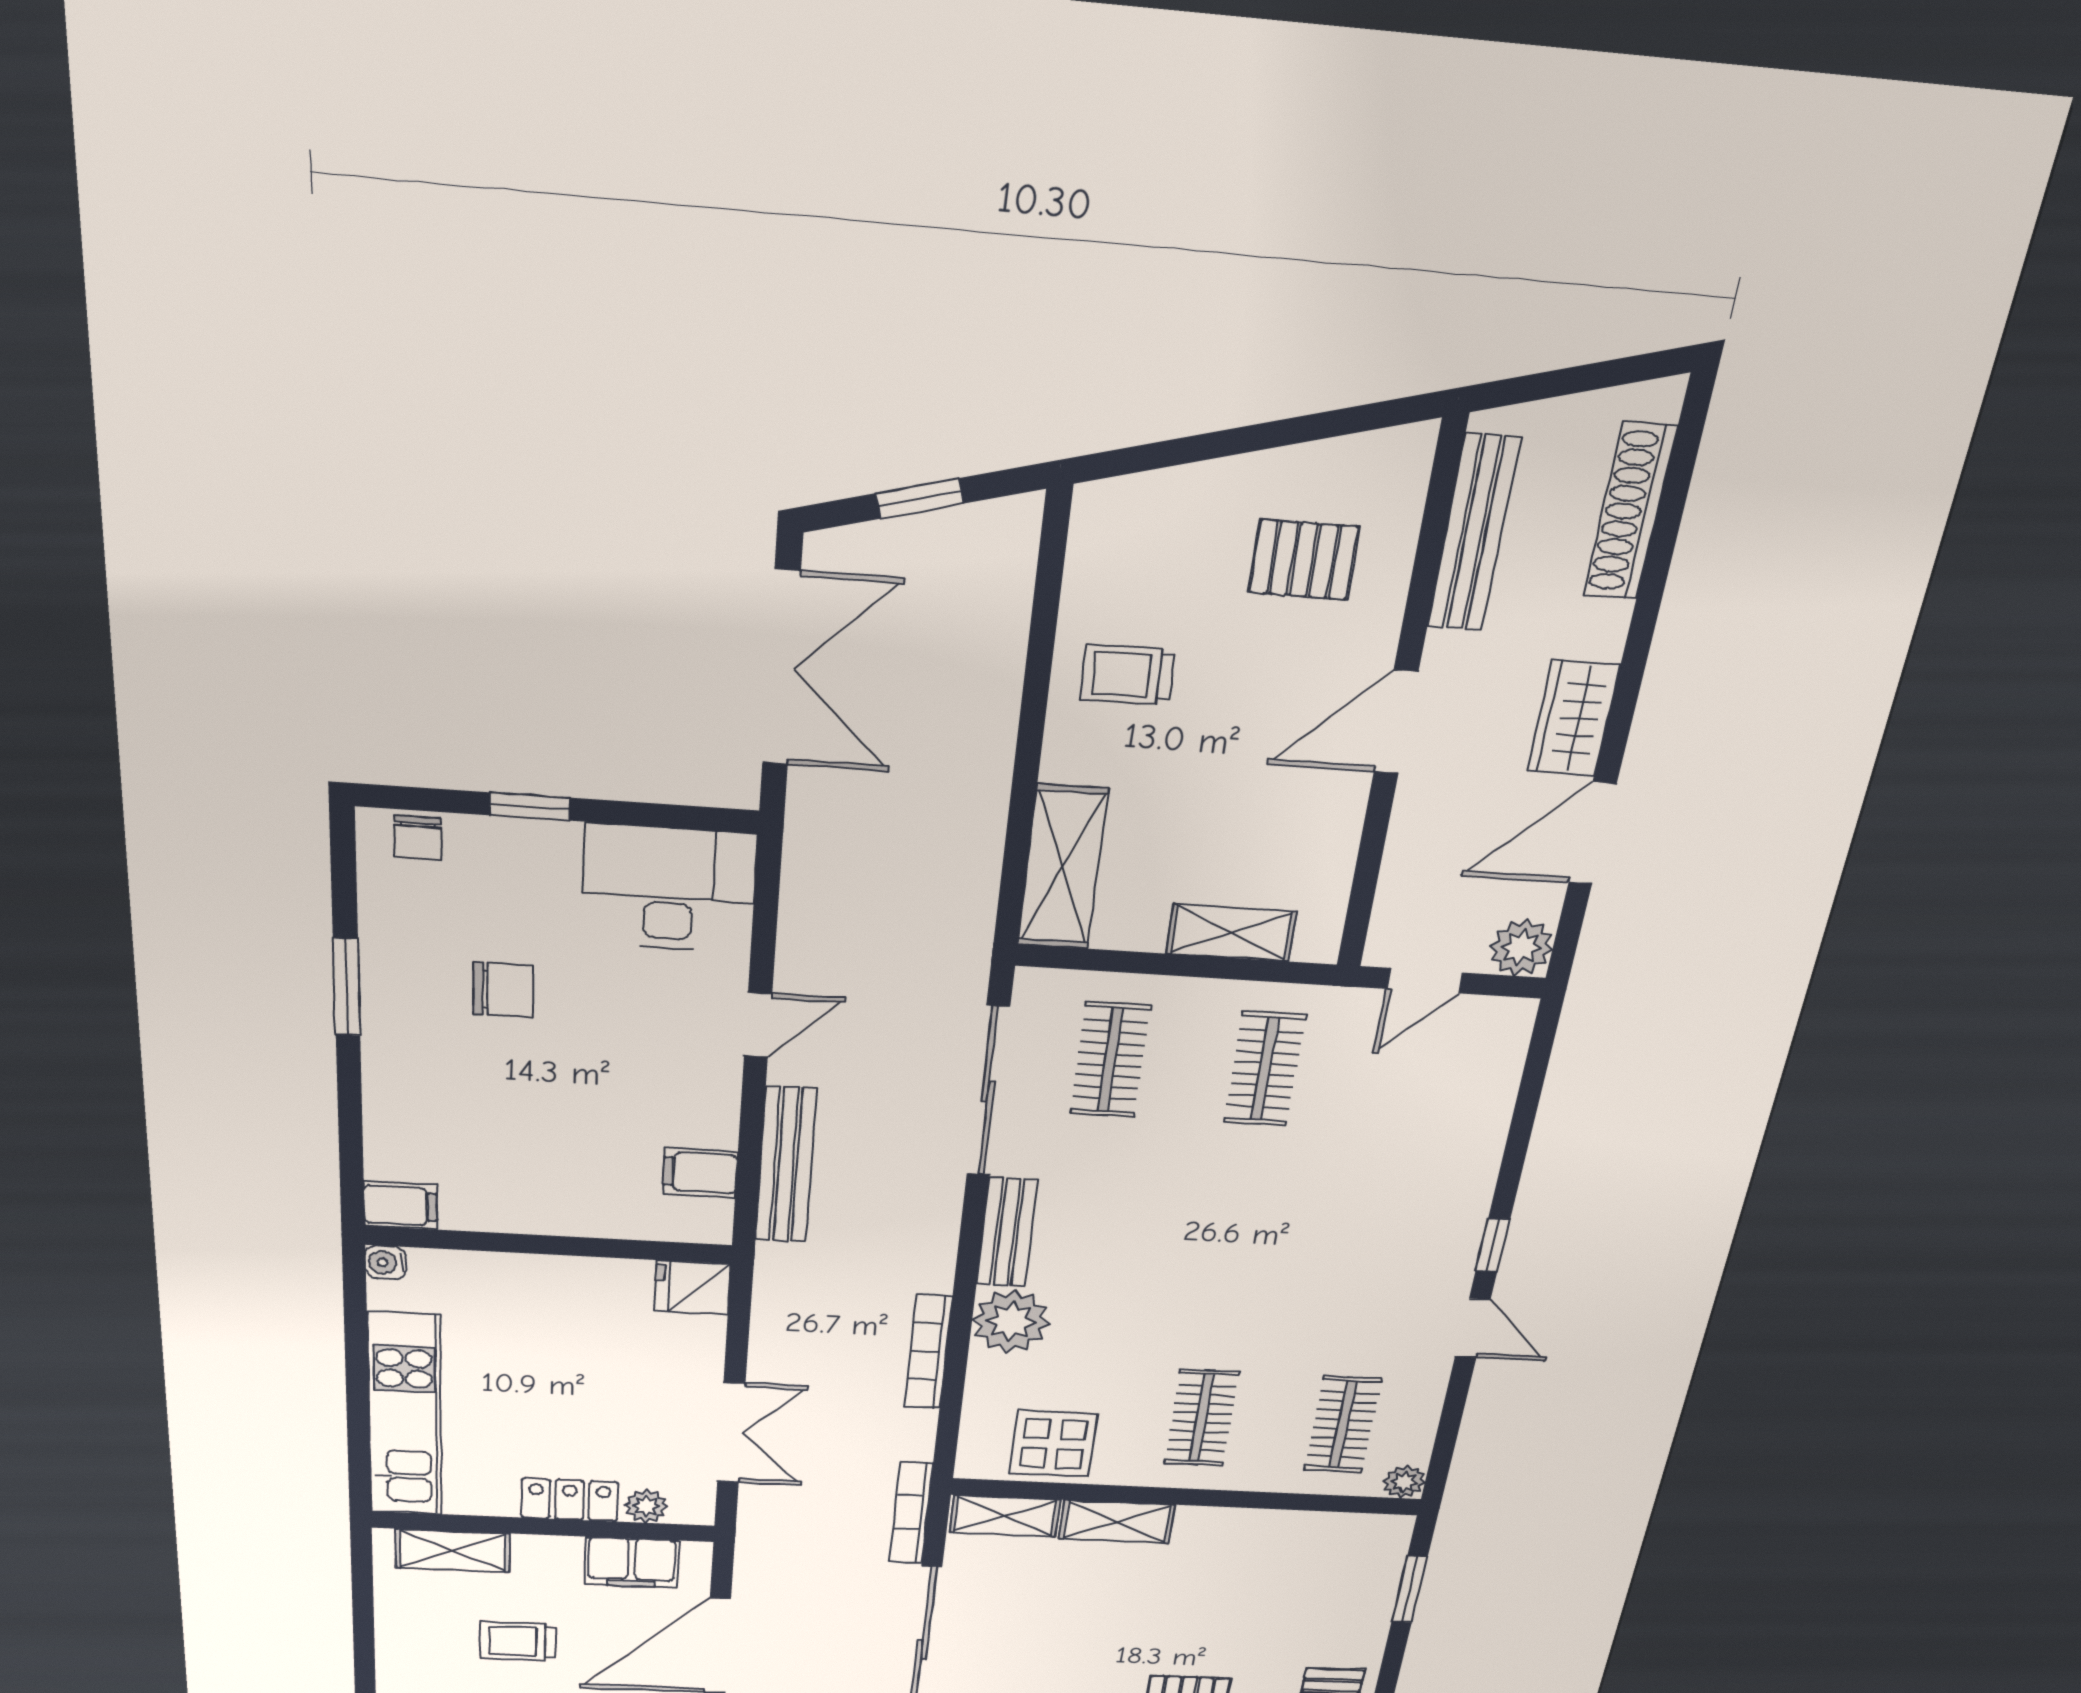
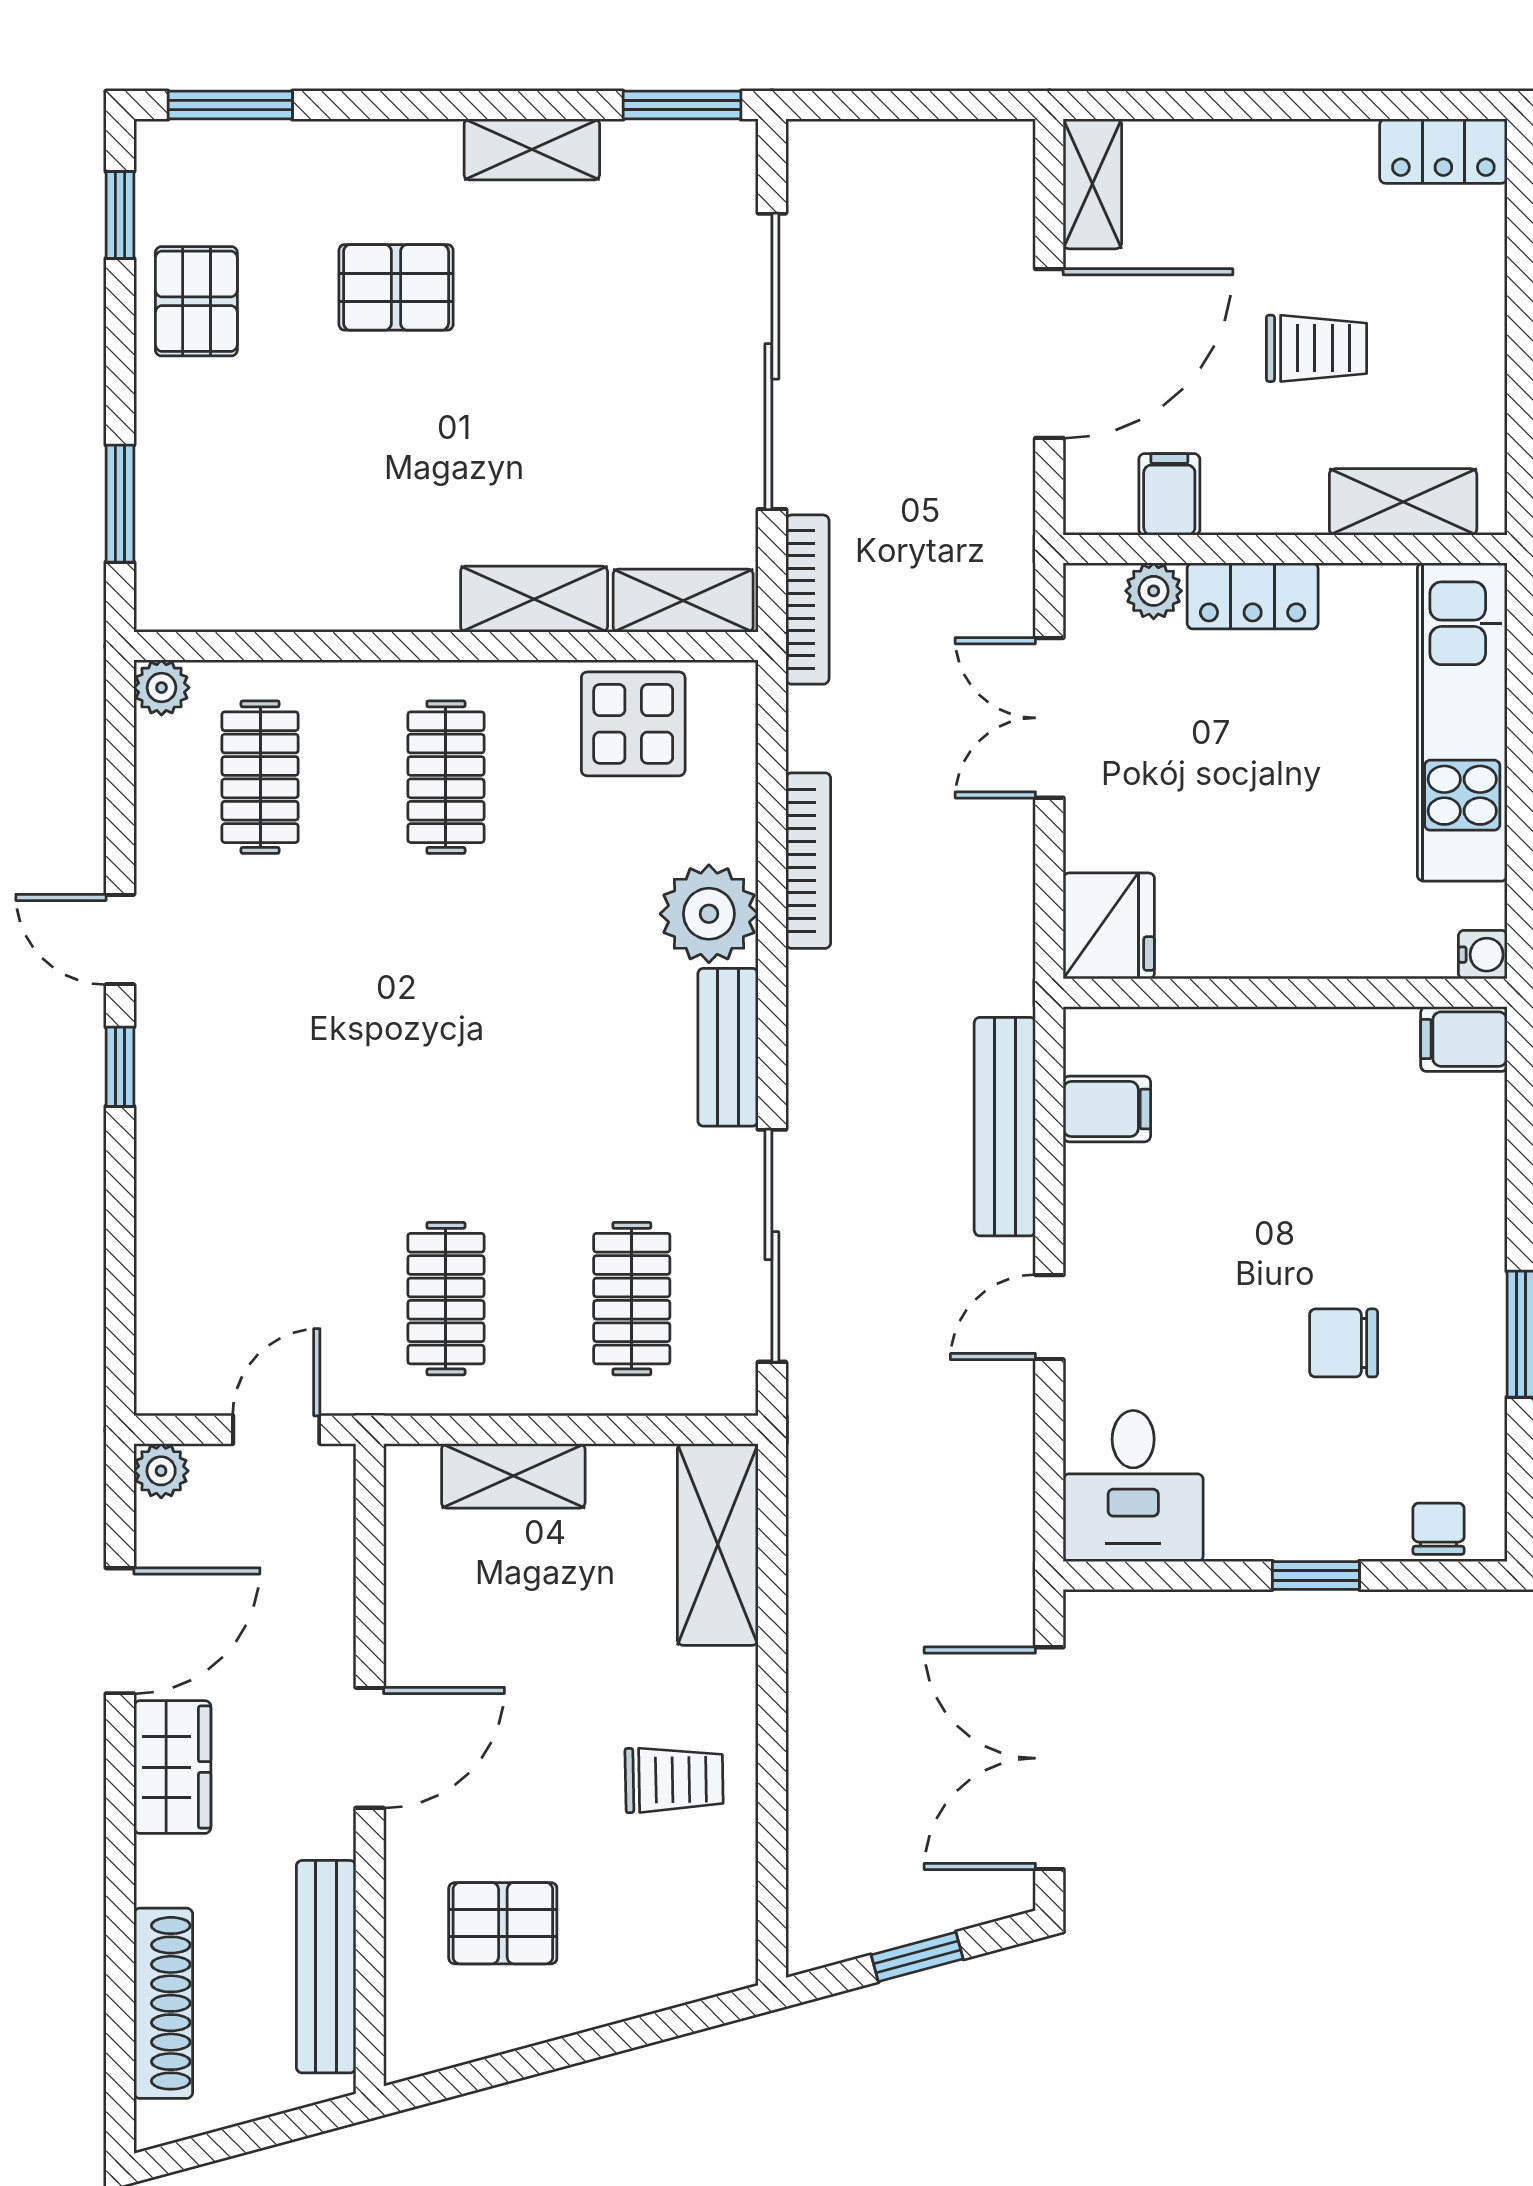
desk: (669, 888) -> (1133, 1486), width x0.73
plant: (1521, 948) -> (161, 1471), width x0.73, depth x0.73
fridge: (692, 1288) -> (1109, 926), width x1.38
filing cabinet: (631, 1562) -> (1169, 494), width x0.50

